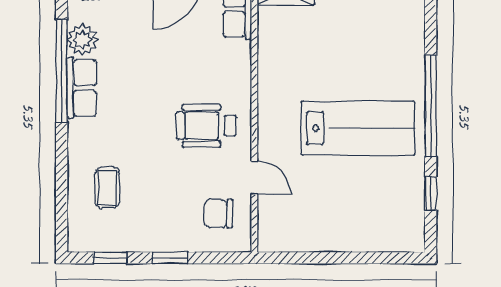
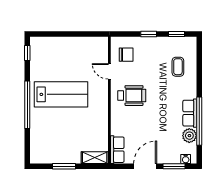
lab bench: (358, 128) -> (61, 94), turned 180
window: (431, 193) -> (27, 53), moved

